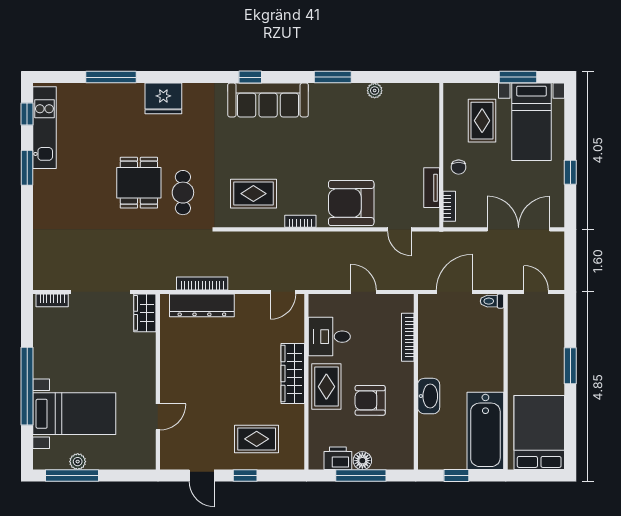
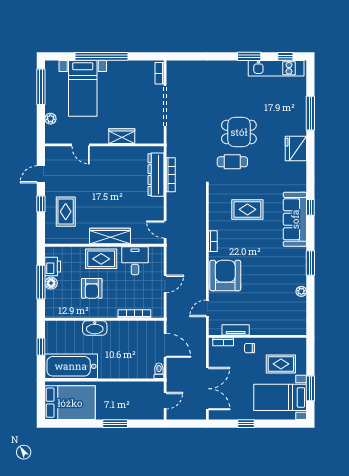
rug: (253, 194) -> (247, 209), moved, turned 90
wardrobe: (145, 313) -> (122, 136), moved
armchair: (370, 400) -> (92, 288), turned 180
plant: (78, 462) -> (50, 119), moved

